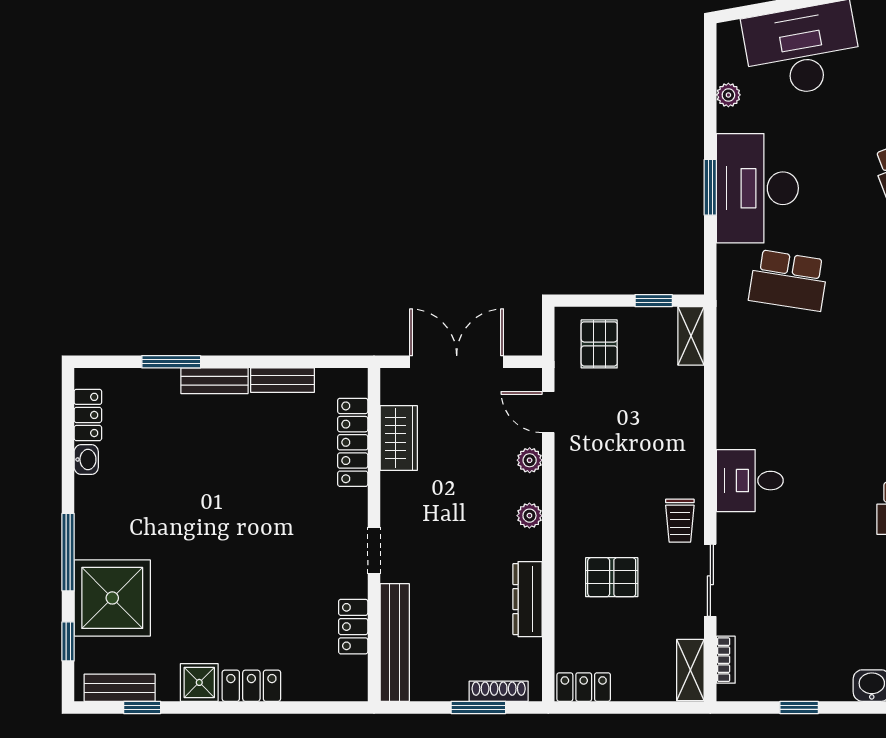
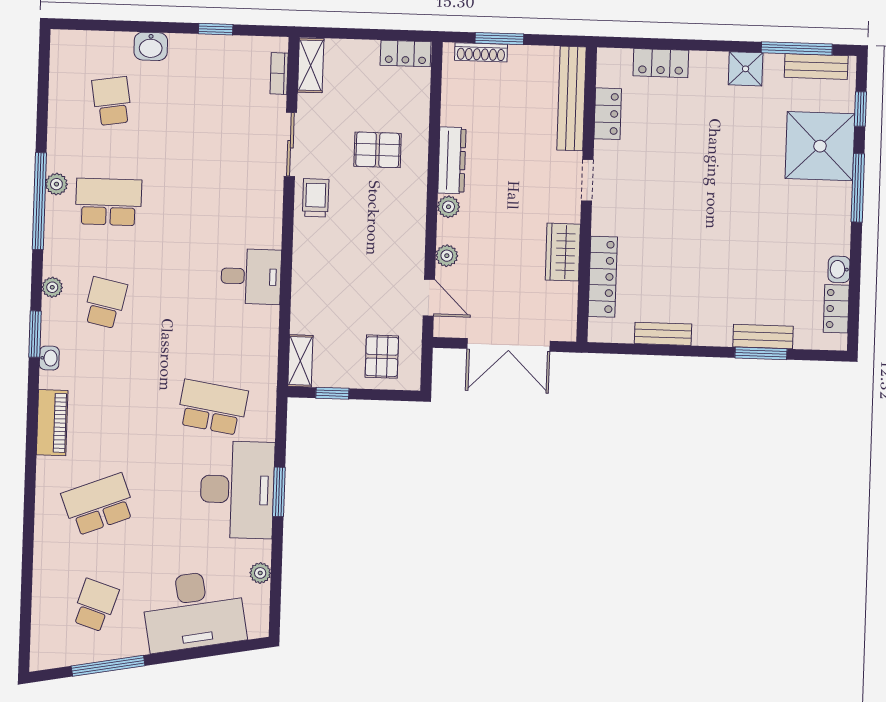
bench: (214, 381) -> (763, 337), moved
wardrobe: (399, 438) -> (563, 252), moved
desk: (750, 481) -> (251, 276), moved
dresser: (527, 599) -> (452, 160), moved
locker: (251, 686) -> (661, 63), moved
window: (142, 707) -> (797, 48), width x2.17

